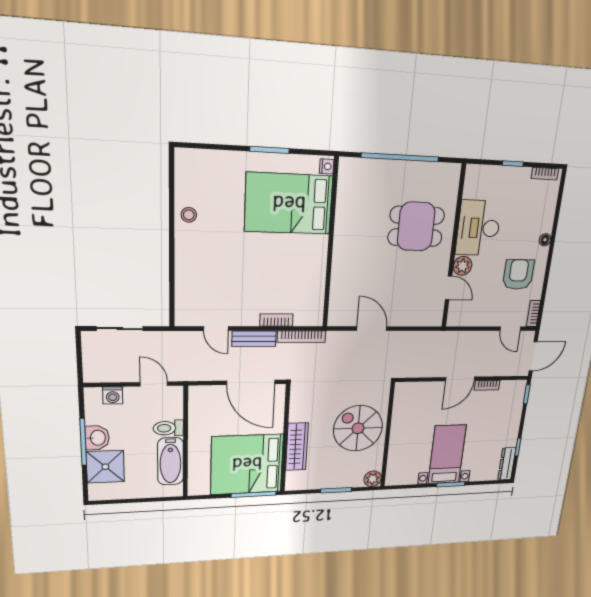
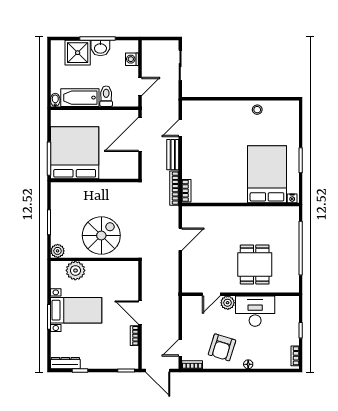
armchair: (518, 275) -> (222, 347), turned 107
bookcase: (276, 320) -> (186, 191), moved
door: (251, 382) -> (140, 134), moved
wardrobe: (297, 447) -> (88, 190), removed
plant: (399, 457) -> (75, 270), added
bidet: (174, 491) -> (55, 100), added

